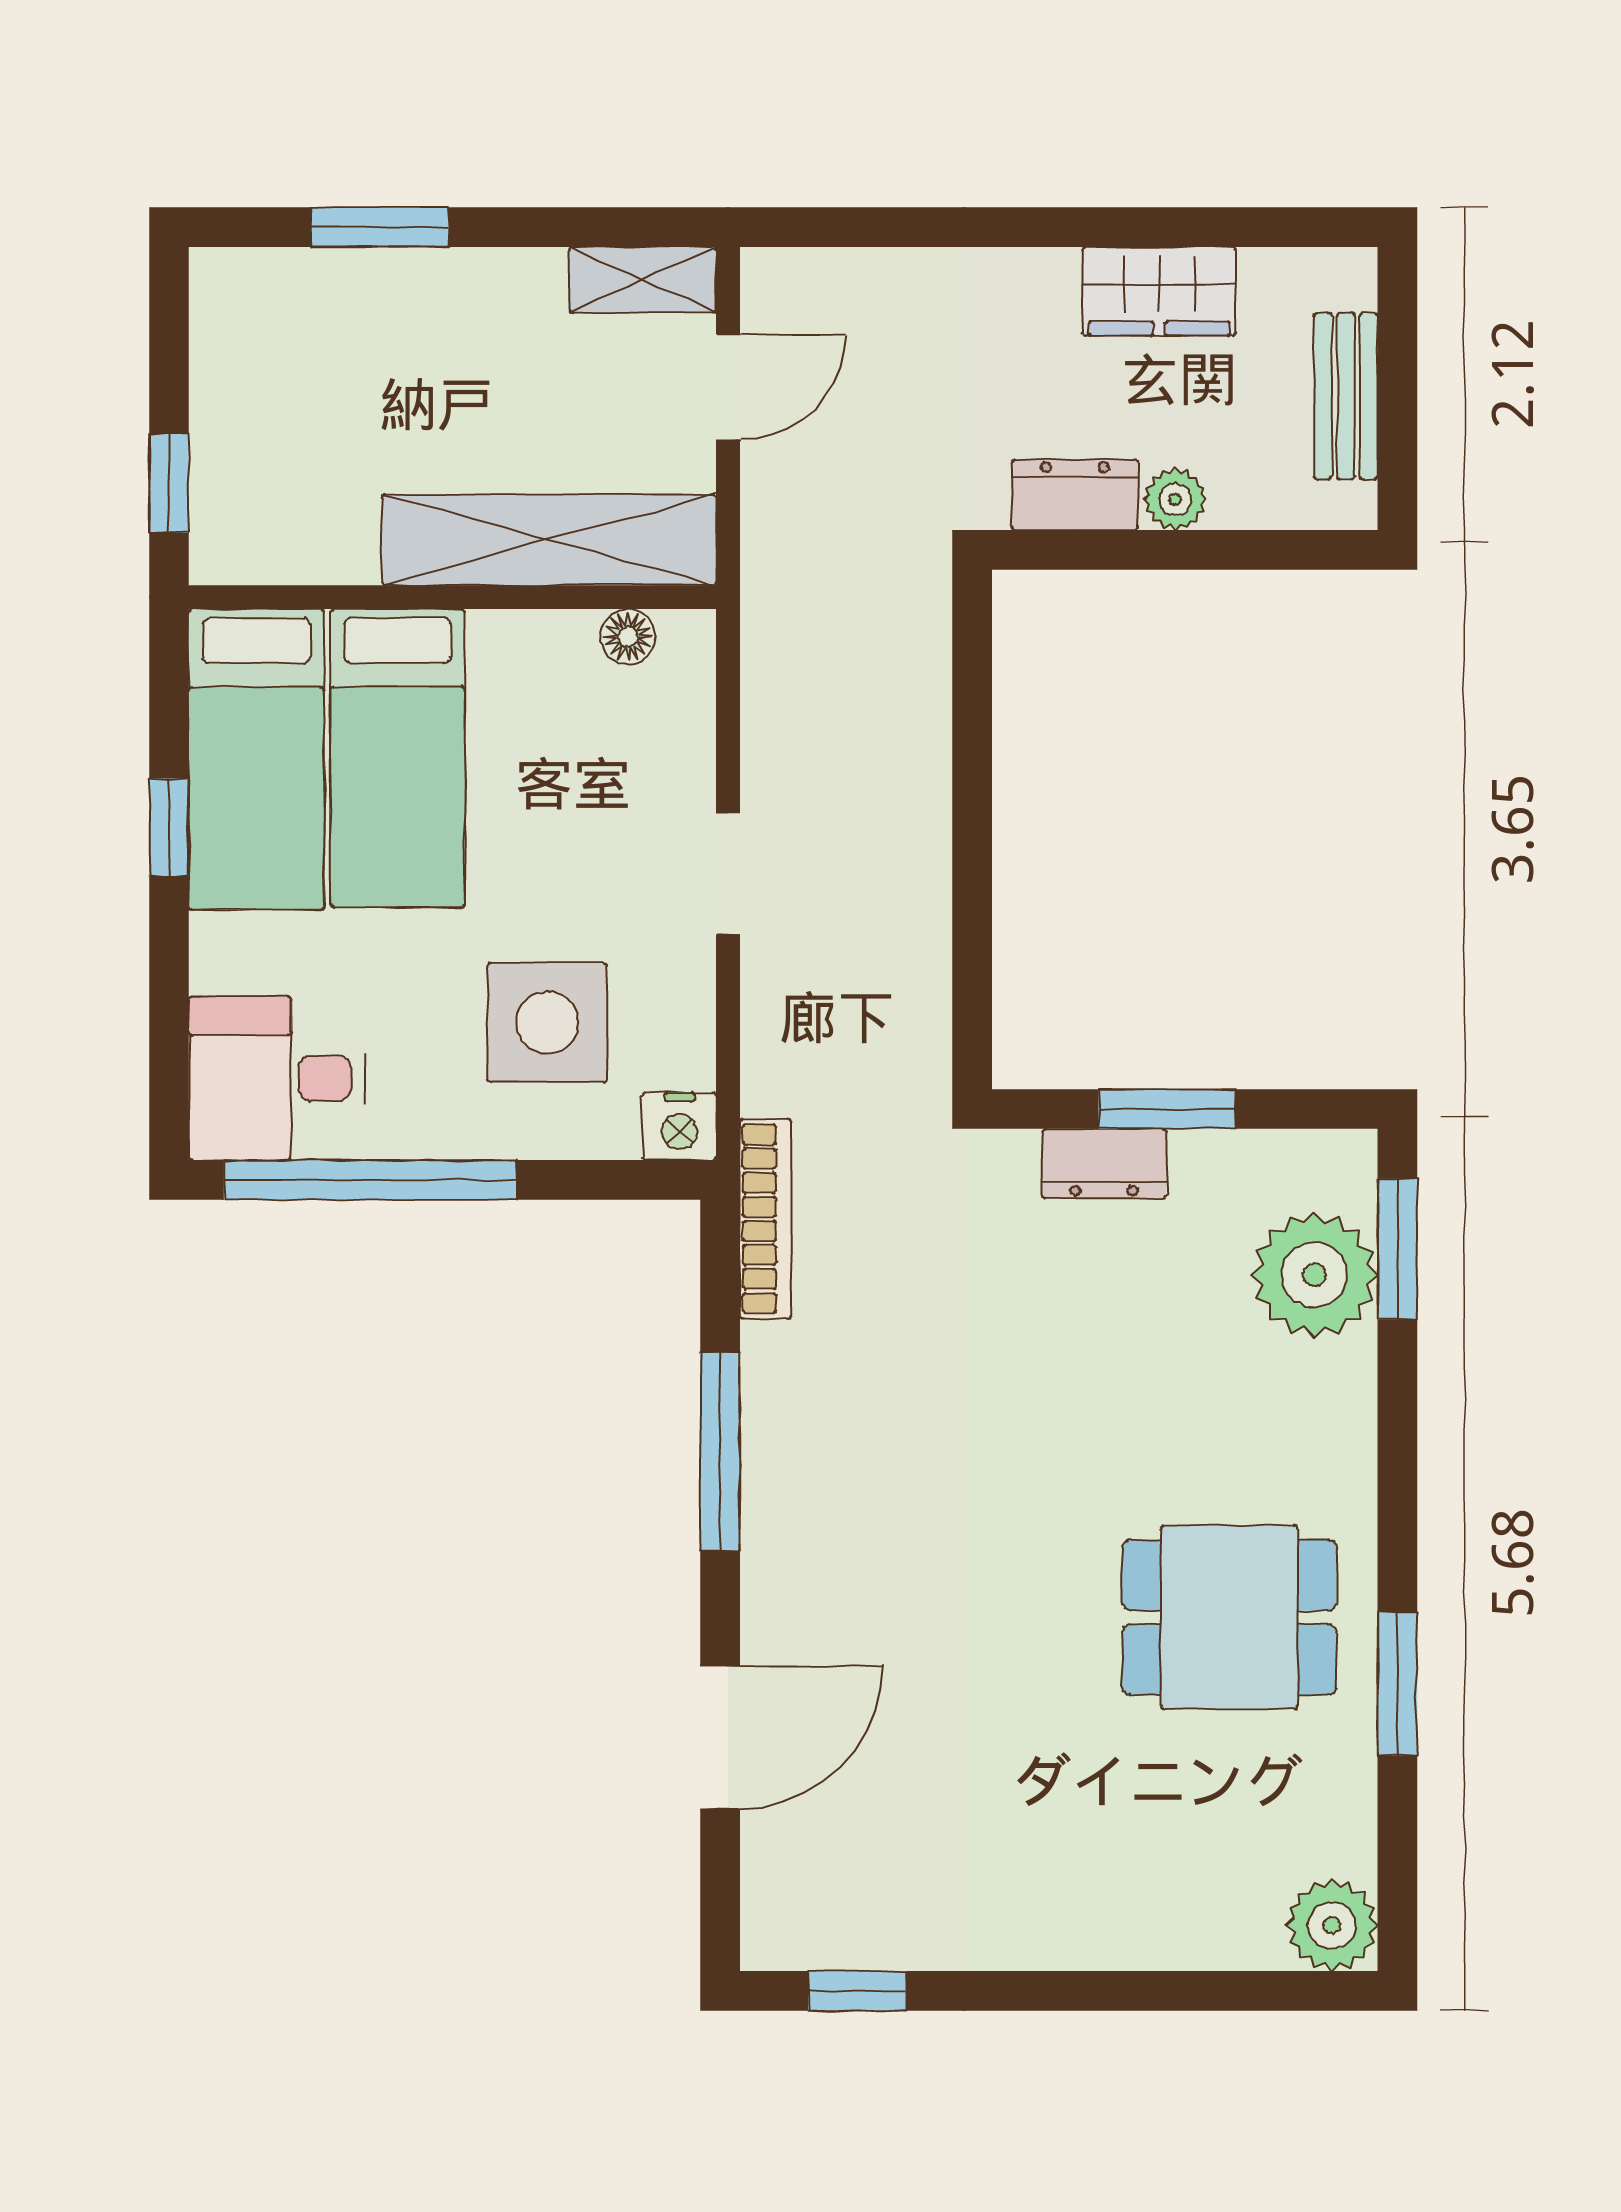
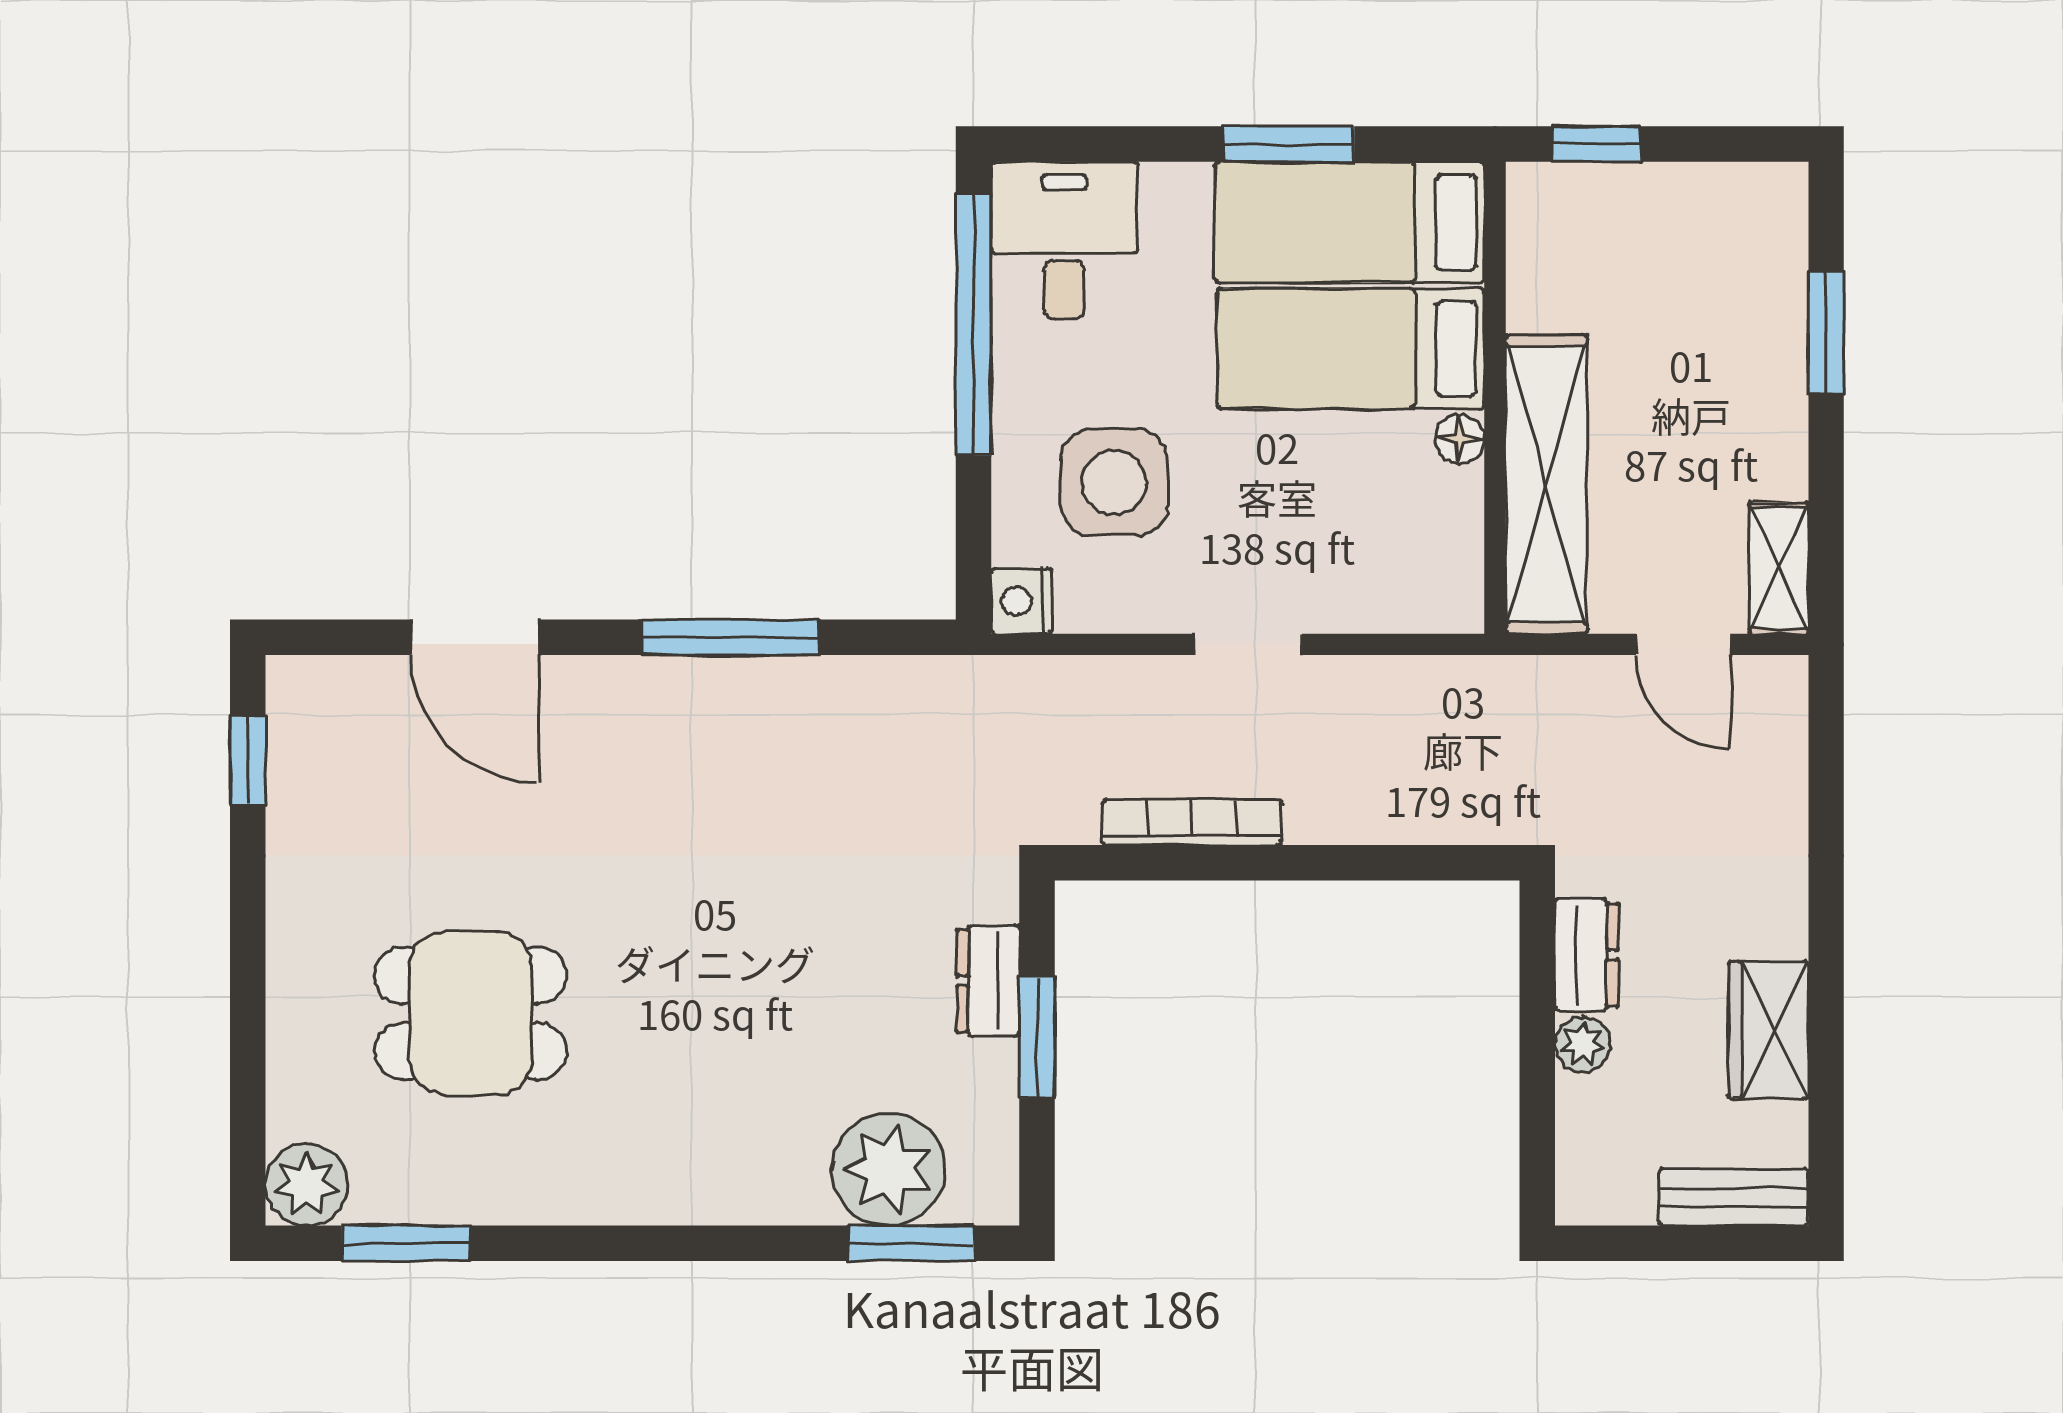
bench: (1346, 396) -> (1734, 1197), moved
floor lamp: (628, 637) -> (1460, 439), moved
window: (169, 827) -> (1289, 144), width x1.50
bookcase: (766, 1219) -> (1192, 822), moved, turned 180
dining table: (1229, 1617) -> (471, 1013), moved, turned 90
window: (1397, 1684) -> (406, 1243), moved

